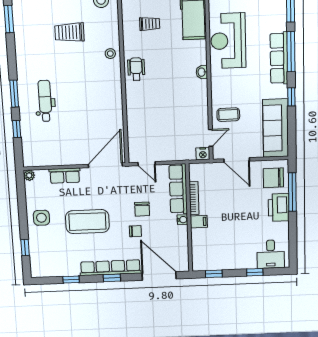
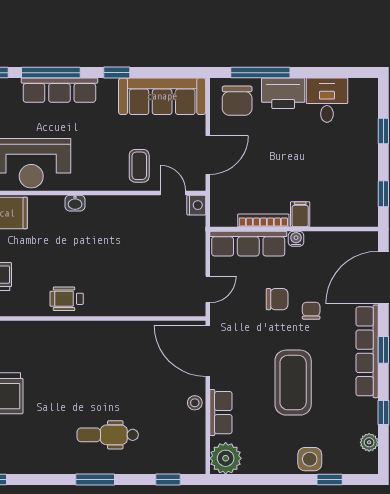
stool: (110, 54) -> (195, 403), moved
window: (17, 129) -> (168, 479), moved
plant: (29, 175) -> (226, 458), width x1.87, depth x1.87
side table: (41, 218) -> (310, 459), moved
desk: (271, 254) -> (327, 100), moved, turned -90
plant: (51, 271) -> (369, 442), added

